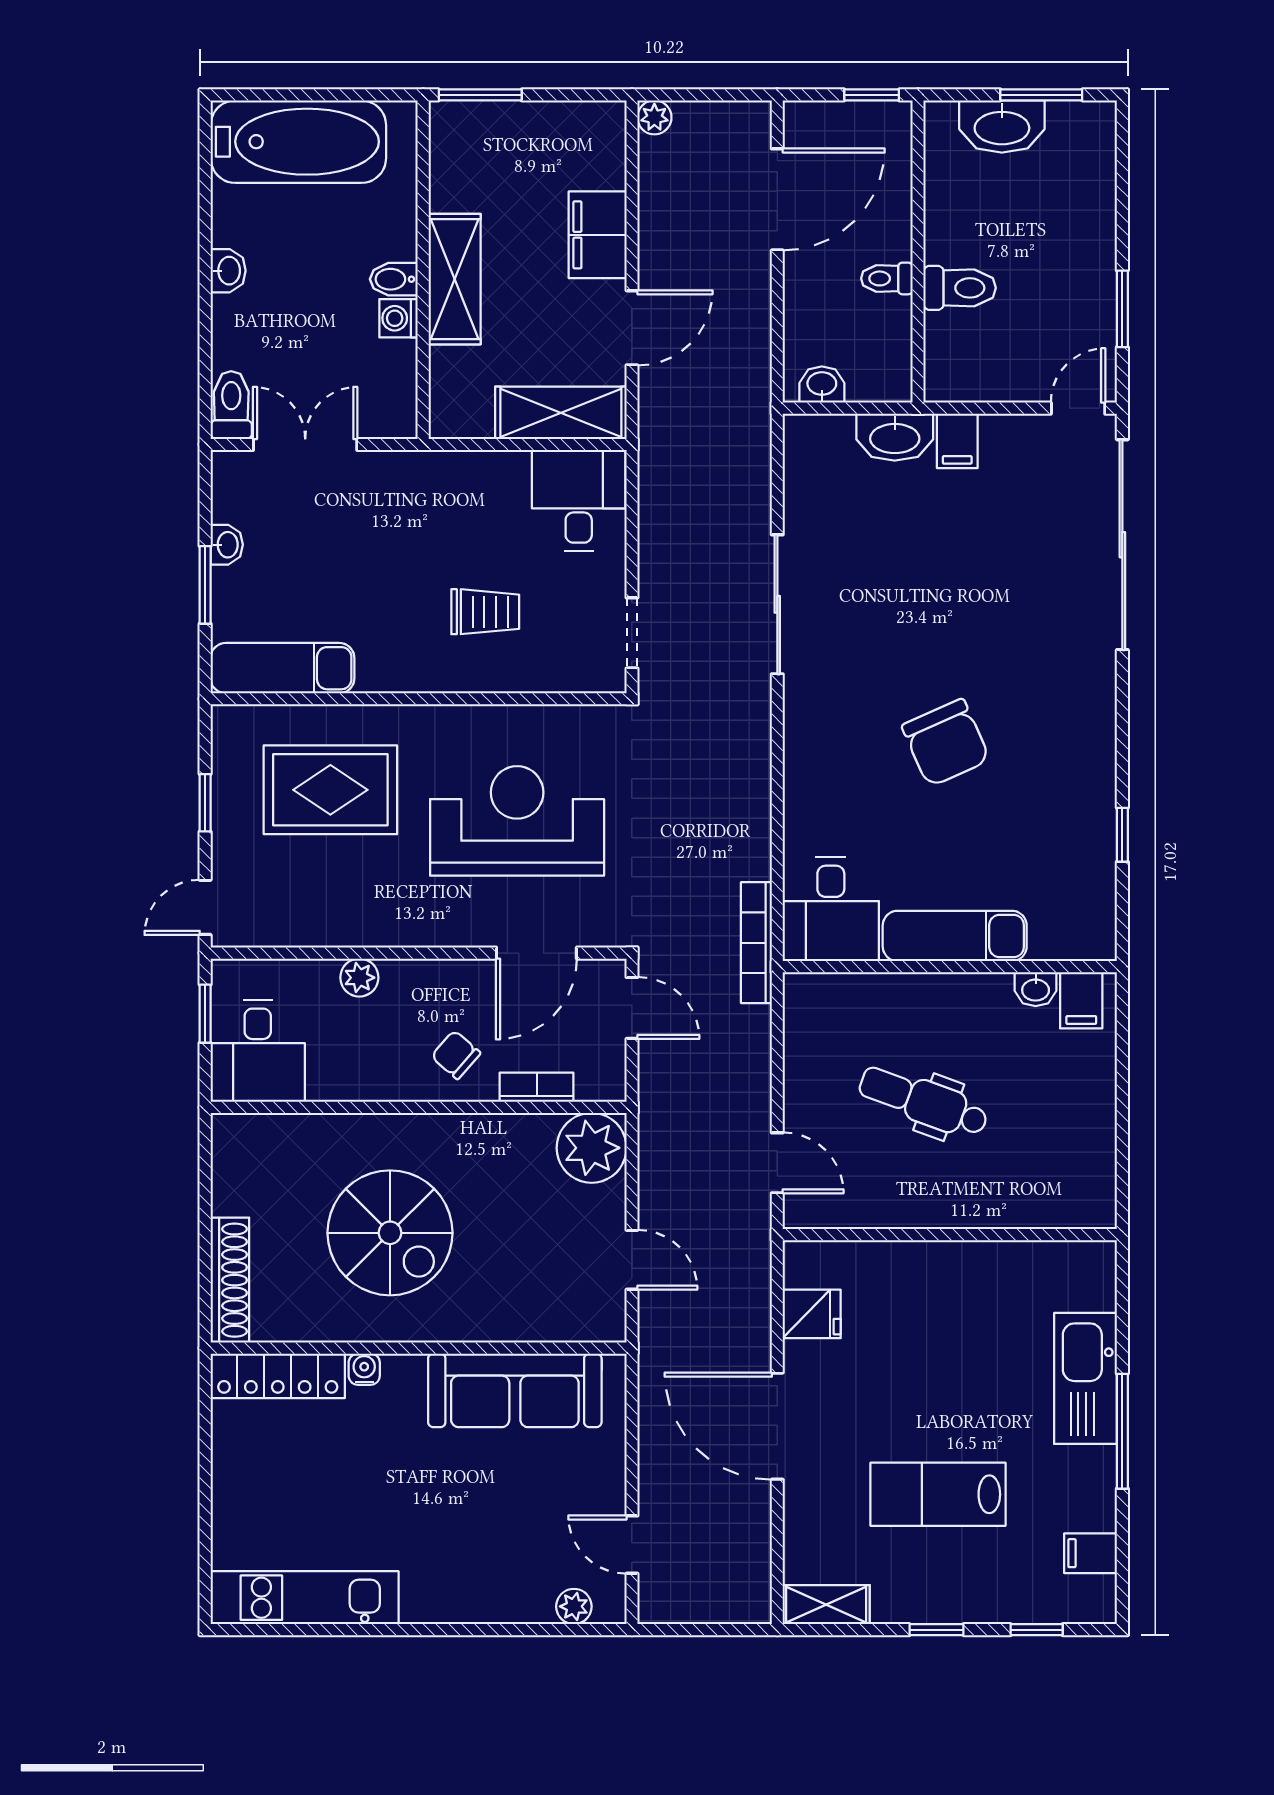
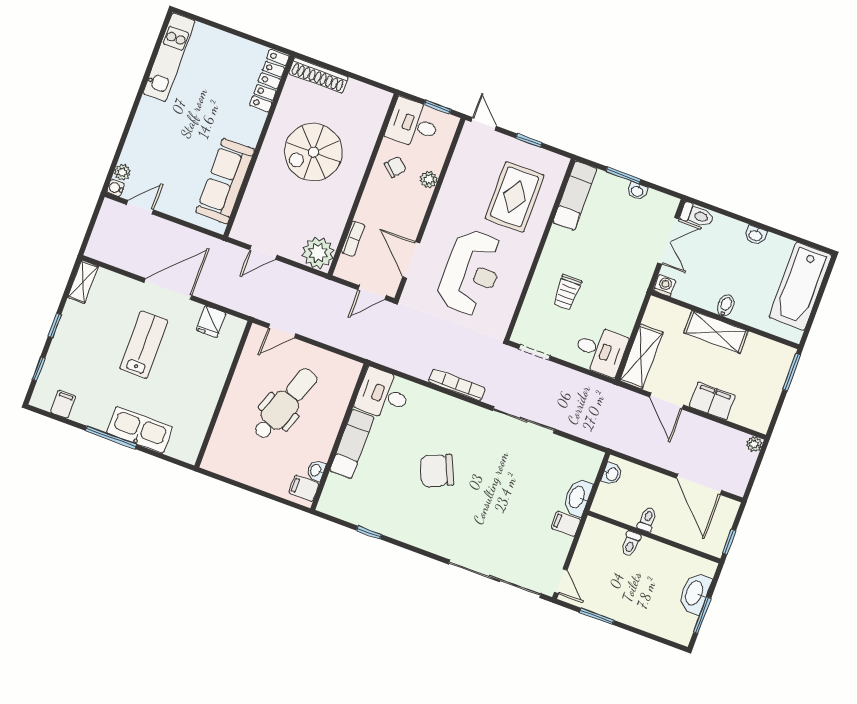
toilet: (960, 288) -> (631, 544), width x0.73, depth x0.72
washing machine: (398, 318) -> (665, 286), moved
bookcase: (756, 943) -> (457, 385), moved
chair: (456, 1055) -> (395, 167), moved
dental chair: (923, 1102) -> (285, 404), width x1.36, depth x1.38
water cooler: (364, 1369) -> (116, 188), moved, turned 180
lab bench: (938, 1494) -> (144, 345), moved

